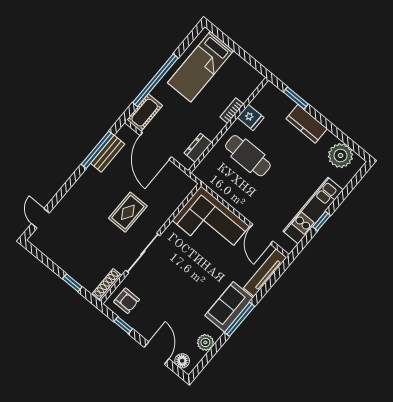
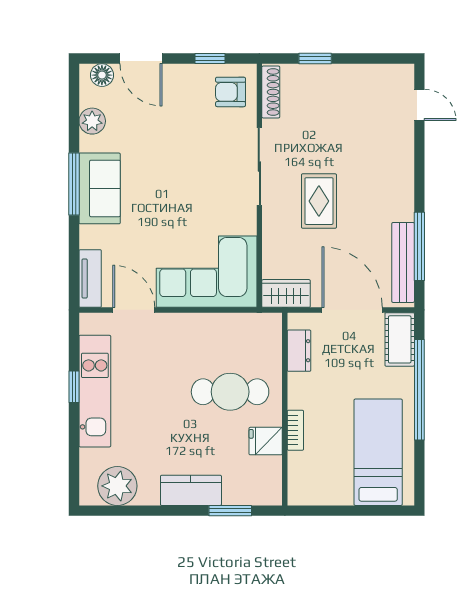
bench: (108, 154) -> (403, 262), width x1.36
wardrobe: (181, 181) -> (286, 293), added
tv unit: (265, 273) -> (90, 279), width x0.71

